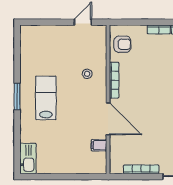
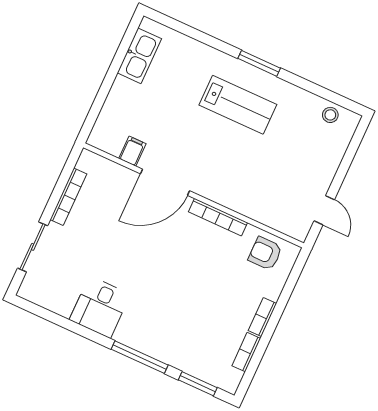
armchair: (122, 44) -> (265, 253), turned 90
stool: (87, 74) -> (330, 115), moved
kitchen sink: (28, 159) -> (139, 56), moved, turned -90

